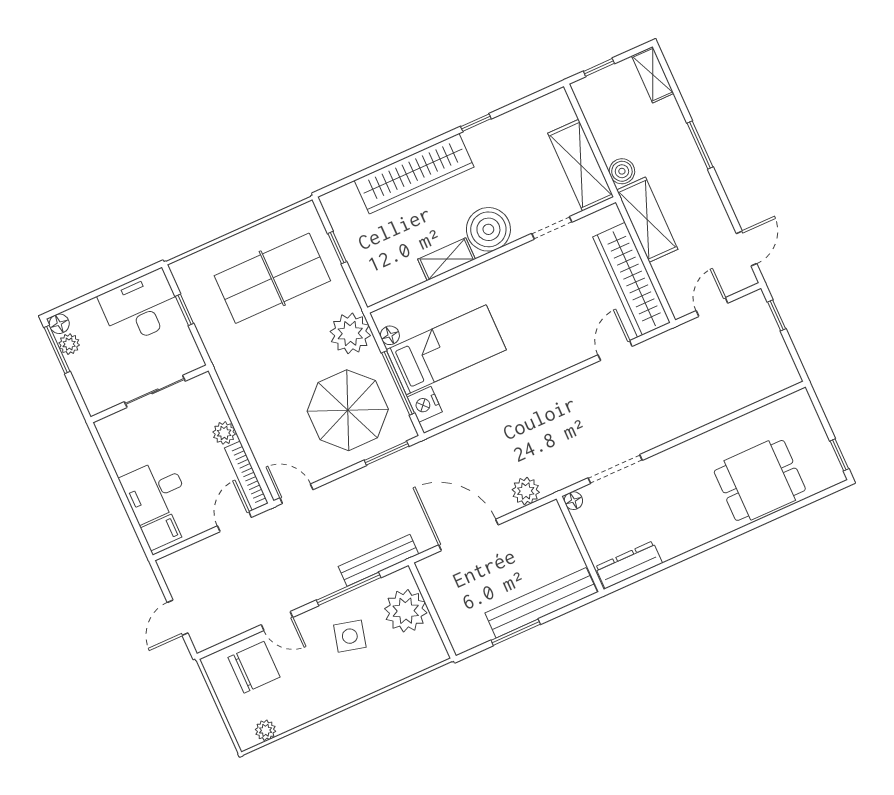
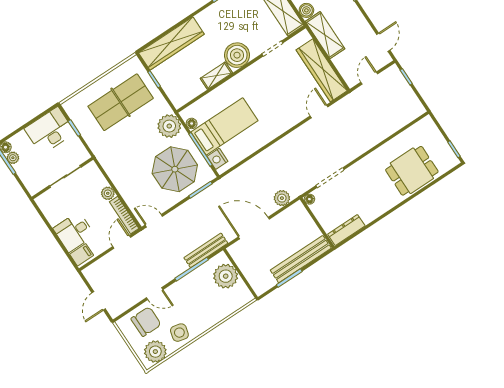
wardrobe: (414, 174) -> (171, 43), moved
side table: (350, 636) -> (179, 333), moved
plant: (266, 730) -> (155, 352), width x1.88, depth x1.88

